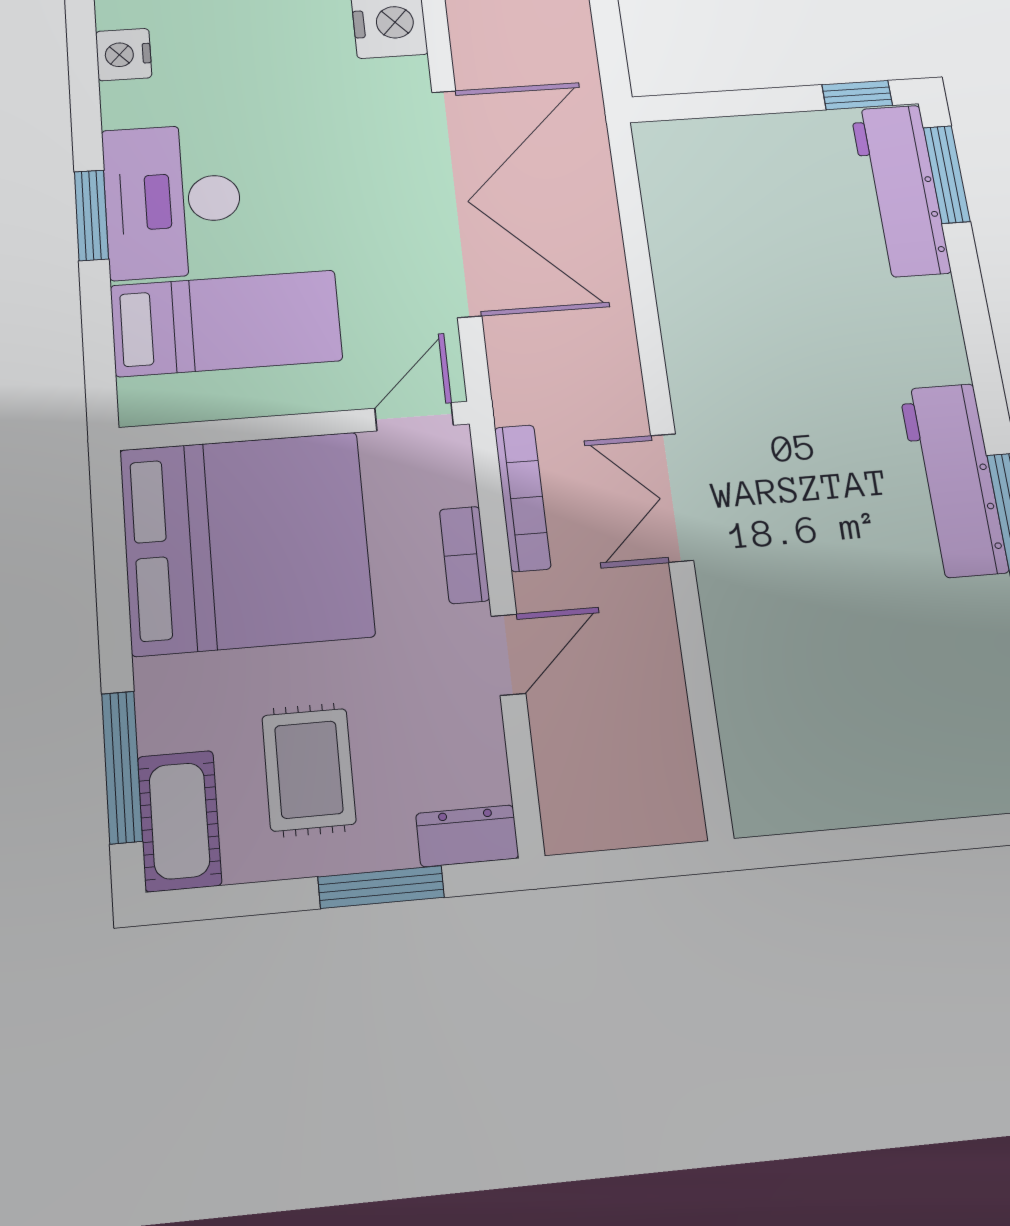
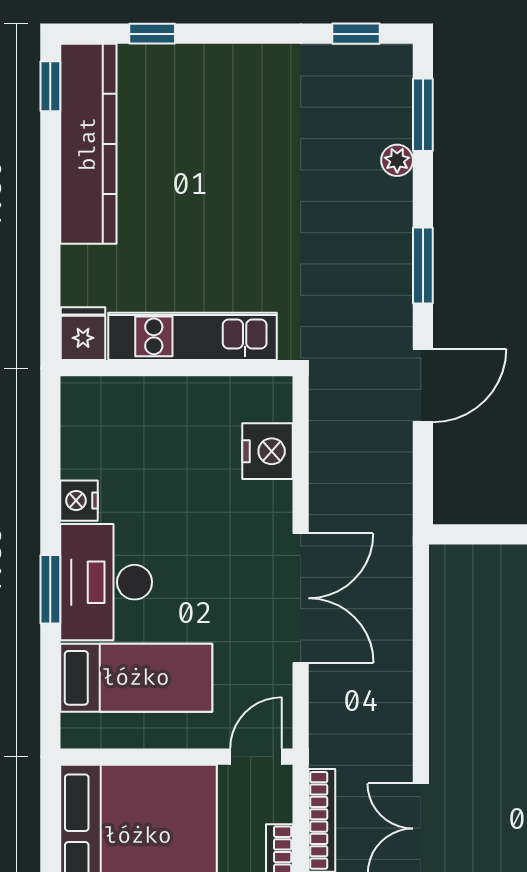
nightstand: (124, 55) -> (79, 501), moved
double door: (456, 202) -> (301, 598), width x0.73

